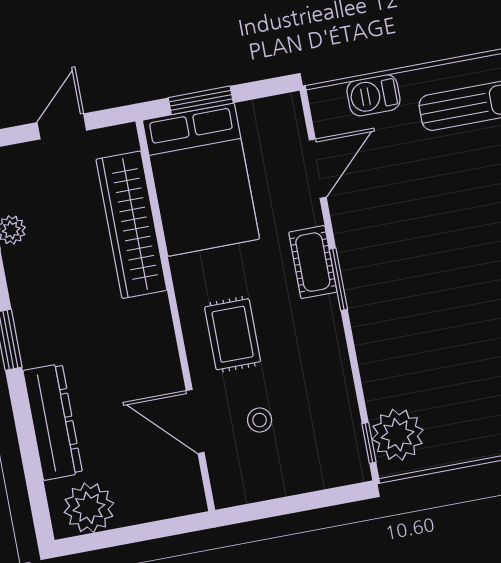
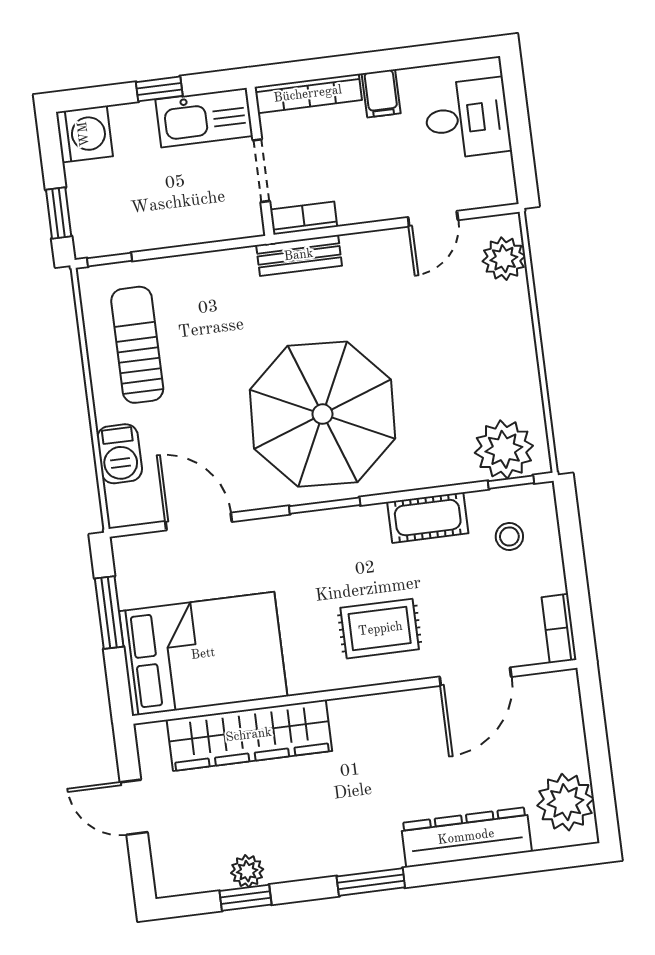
window: (201, 100) -> (109, 613), moved
cot: (313, 262) -> (428, 518), moved
parasol: (419, 273) -> (323, 414), added
stool: (260, 420) -> (509, 536), moved
bookcase: (242, 493) -> (559, 629), added

